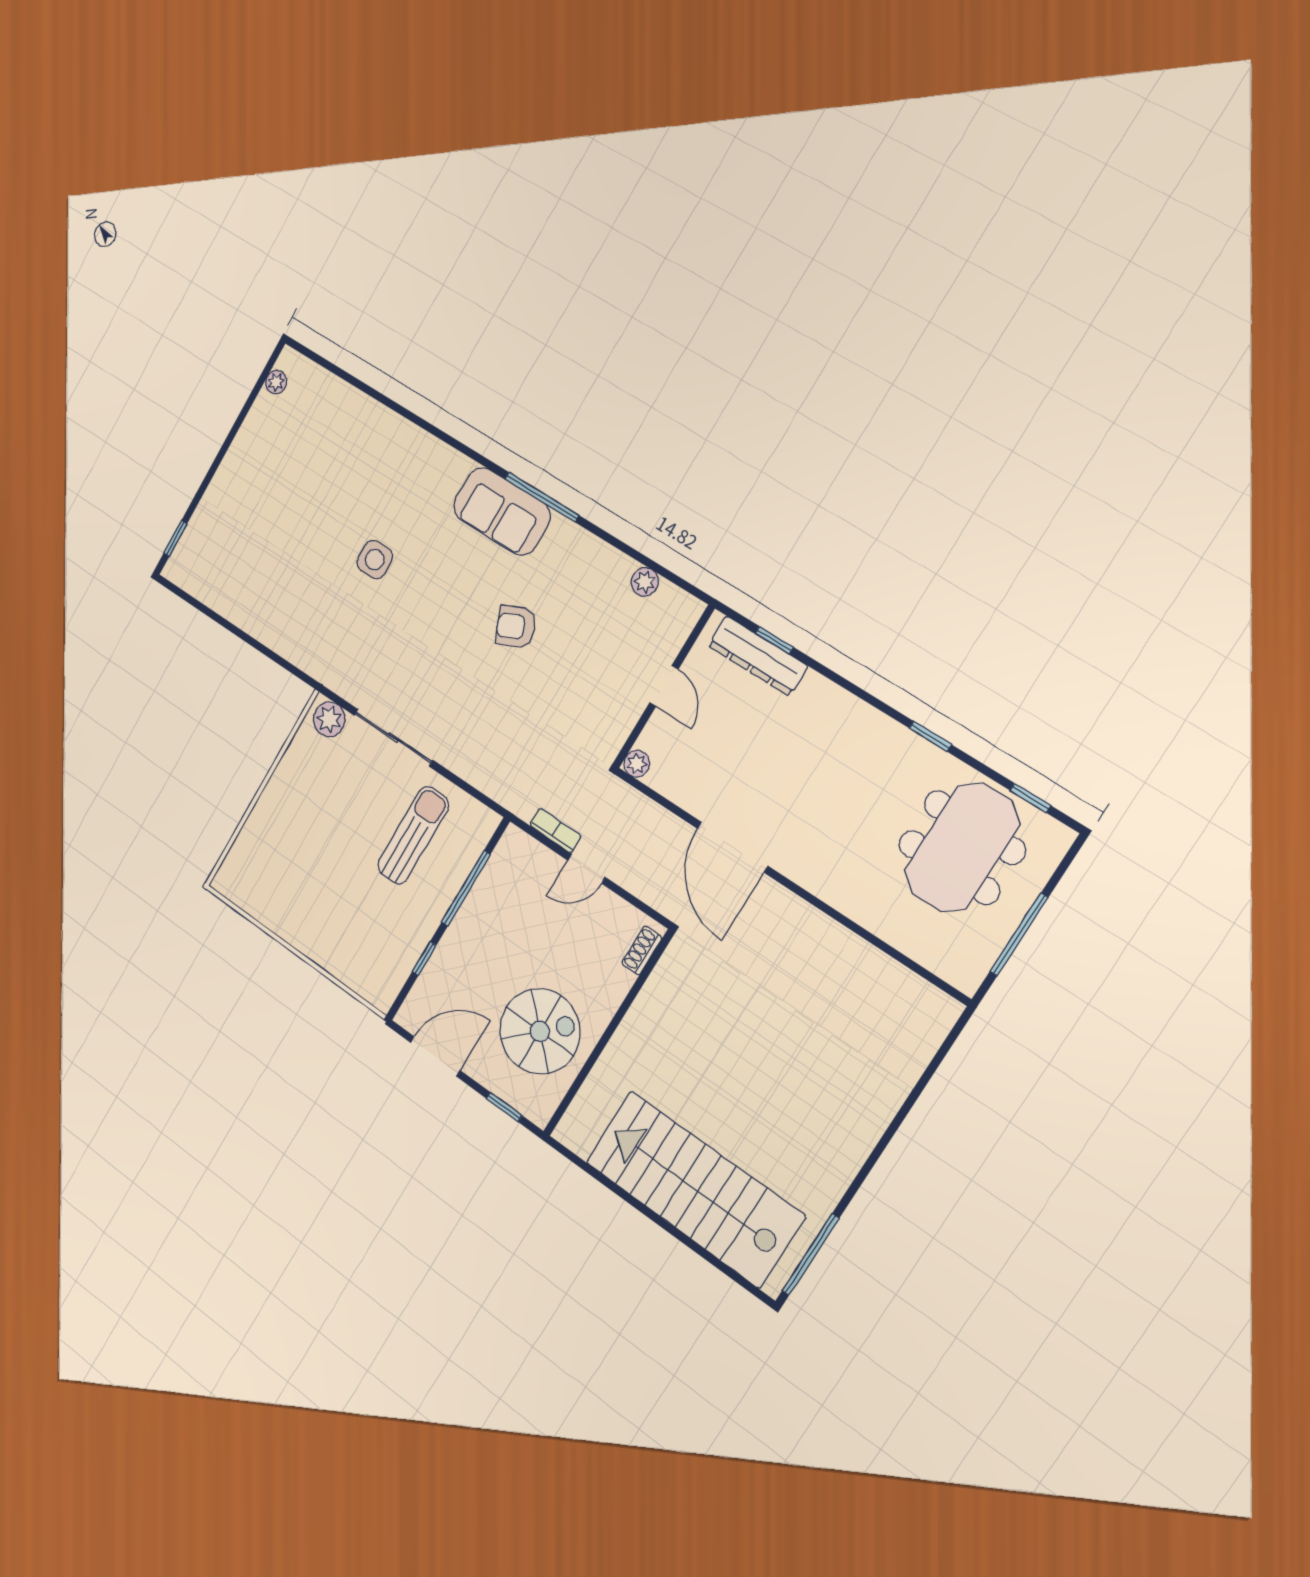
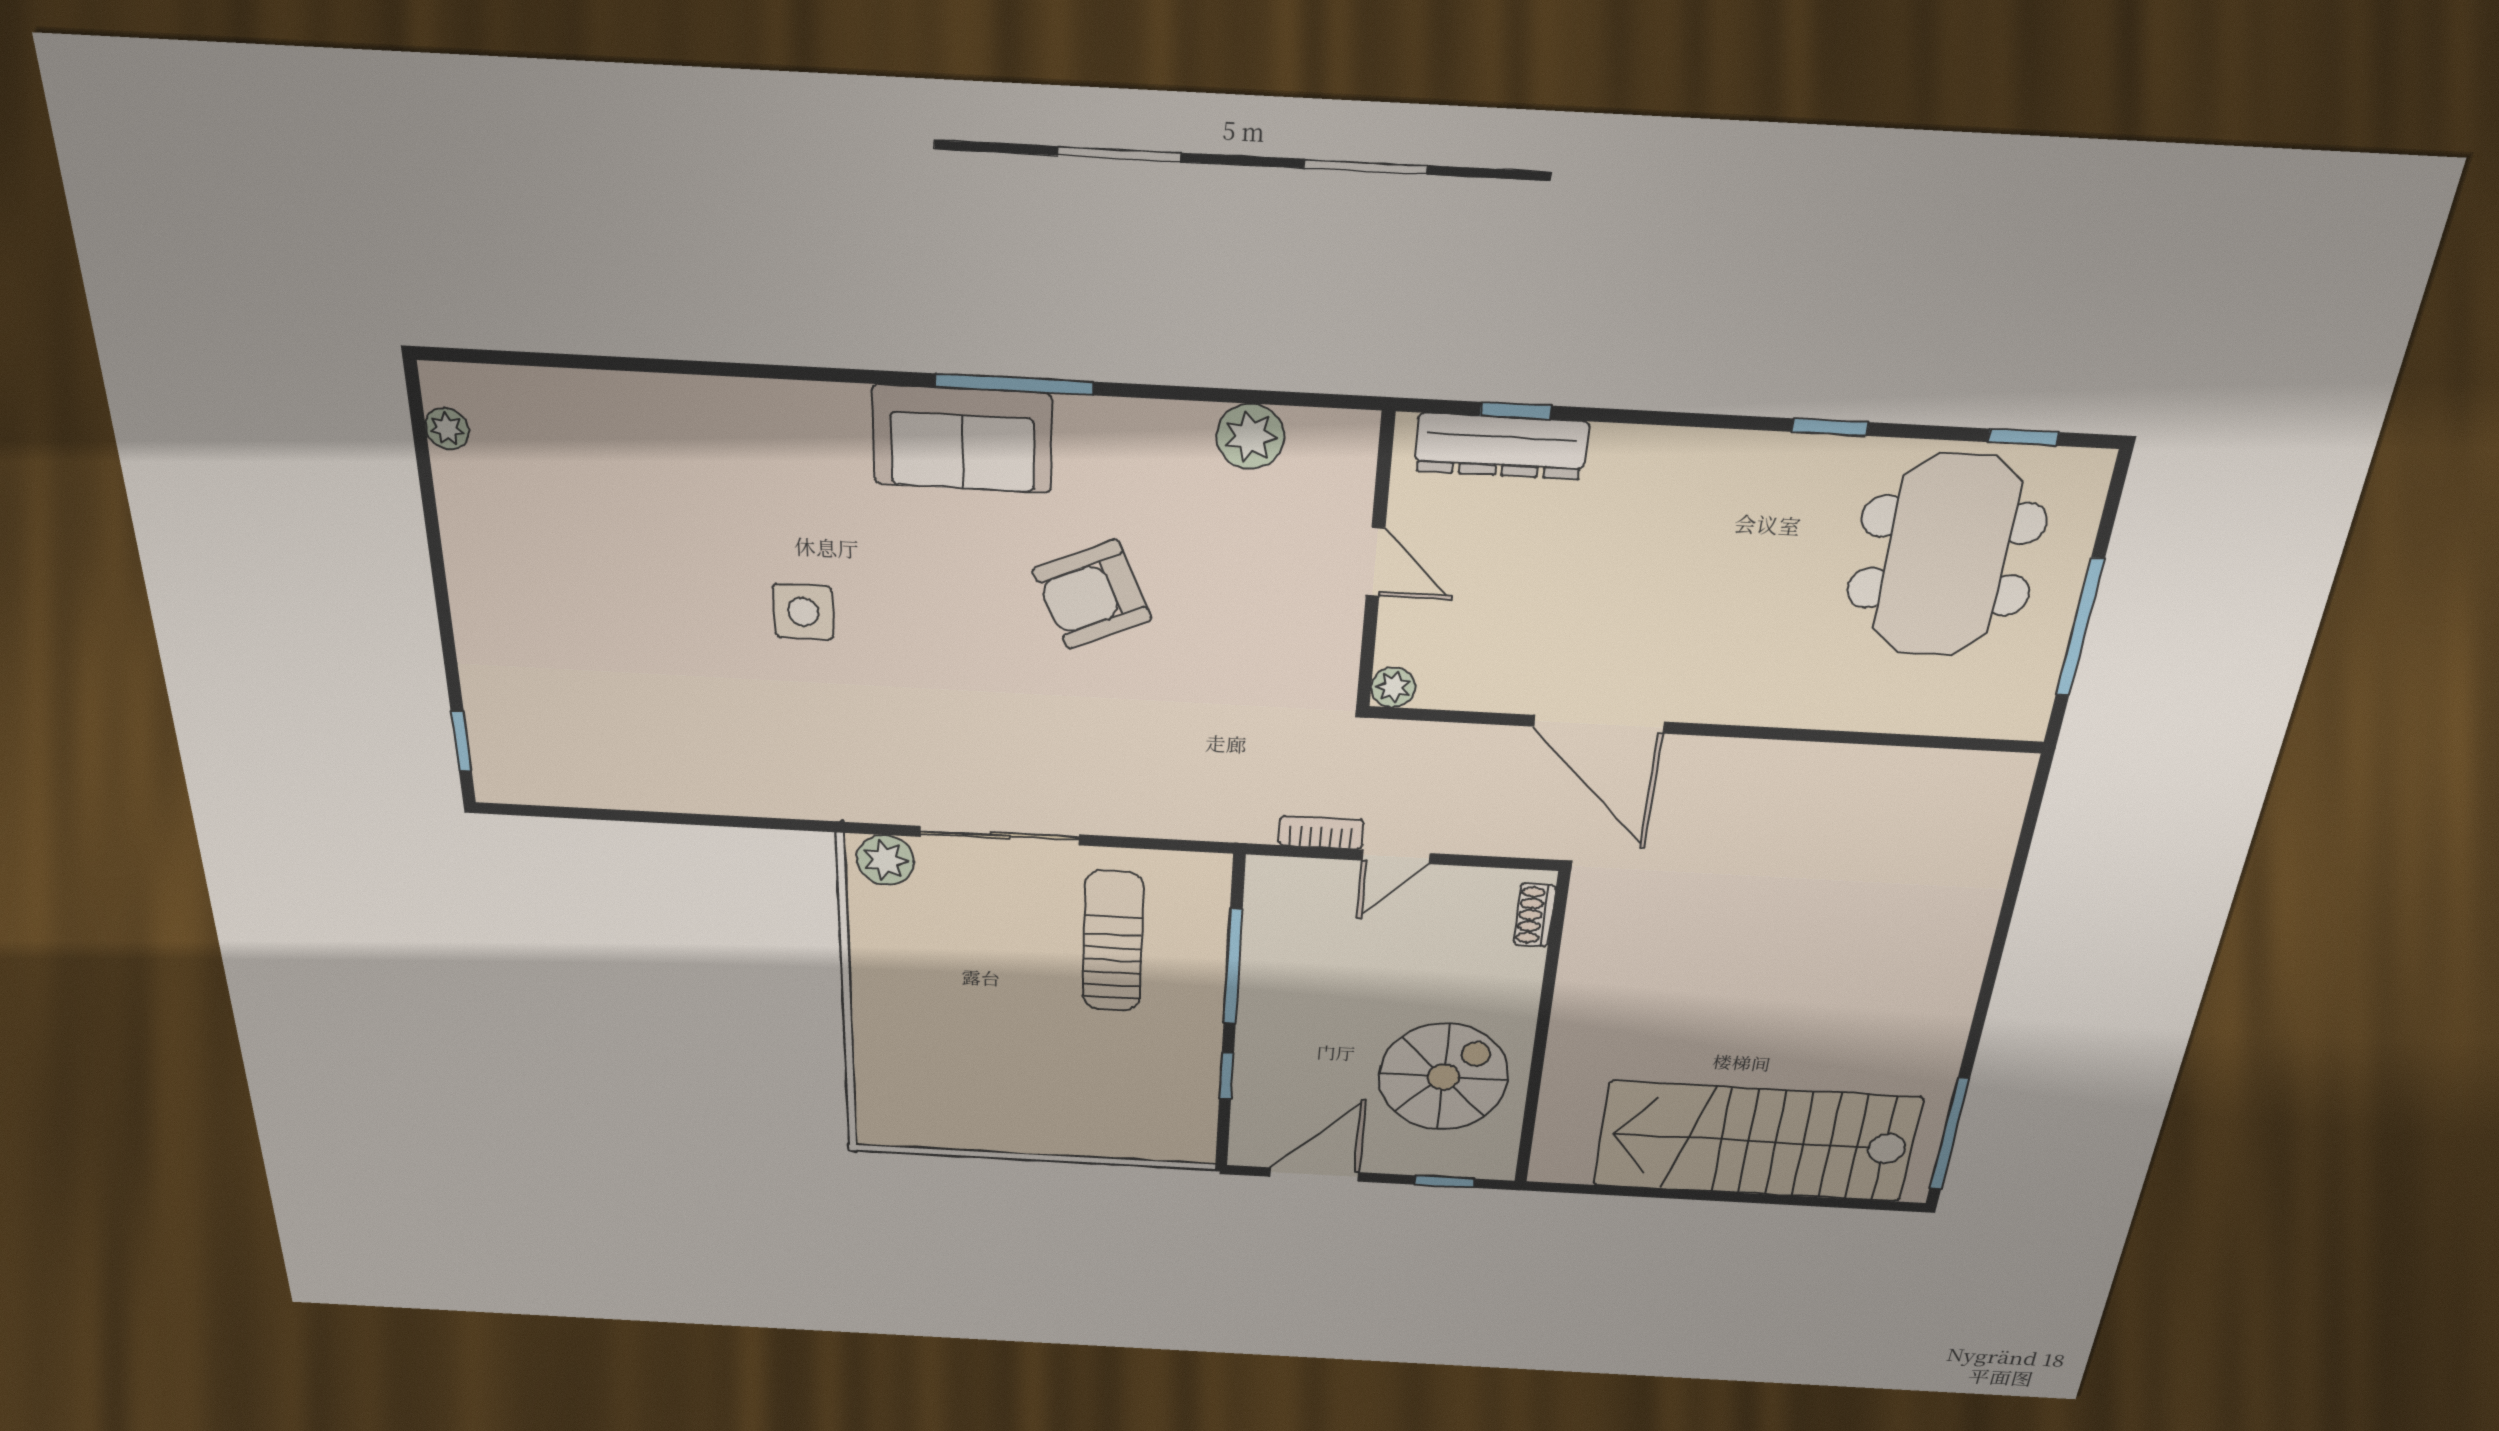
plant: (645, 582) -> (1250, 437), width x1.38, depth x1.38
armchair: (516, 627) -> (1092, 595), width x1.38, depth x1.38

